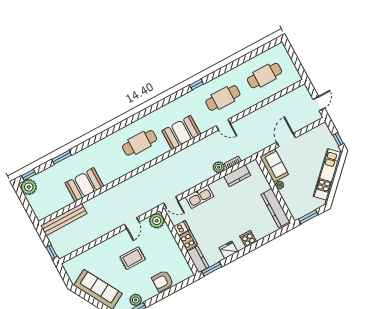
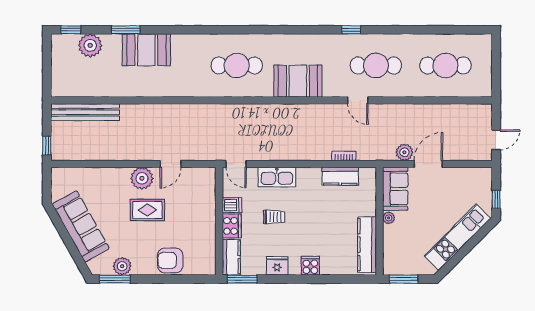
plant: (219, 167) -> (404, 152), moved
booth: (84, 185) -> (146, 50), moved
plant: (29, 187) -> (90, 45), moved
plant: (157, 221) -> (142, 178), moved
trolley: (211, 221) -> (274, 217), added

